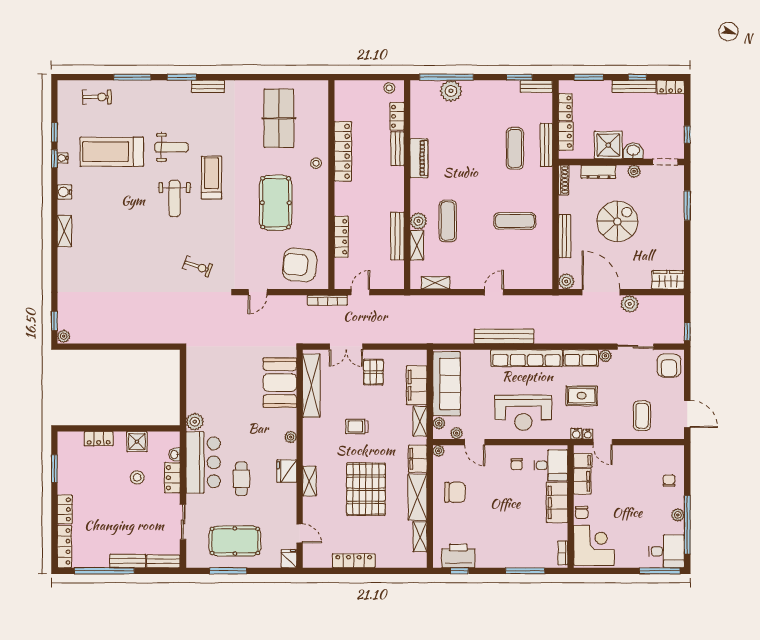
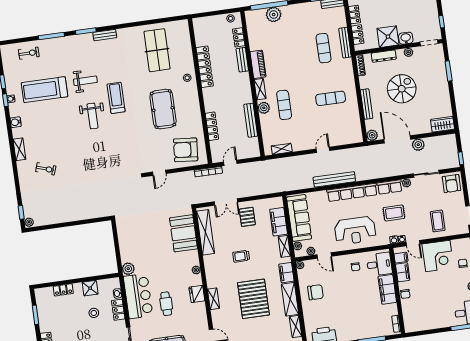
shelving: (417, 245) -> (260, 89), moved
exercise bike: (198, 266) -> (46, 169), moved
corner desk: (594, 545) -> (438, 256), moved, turned 90

